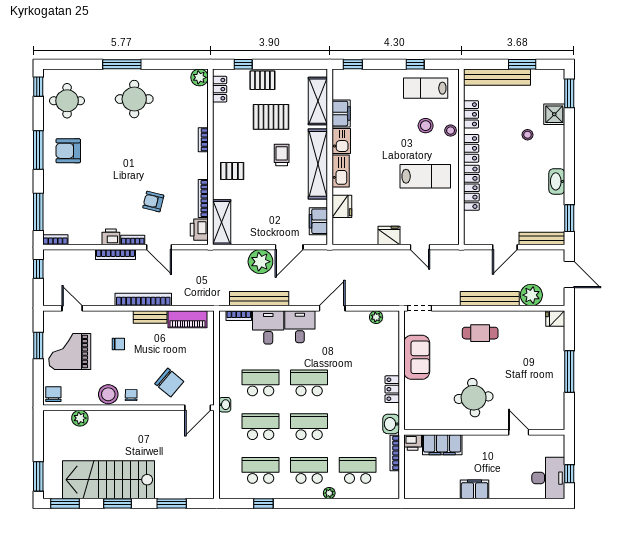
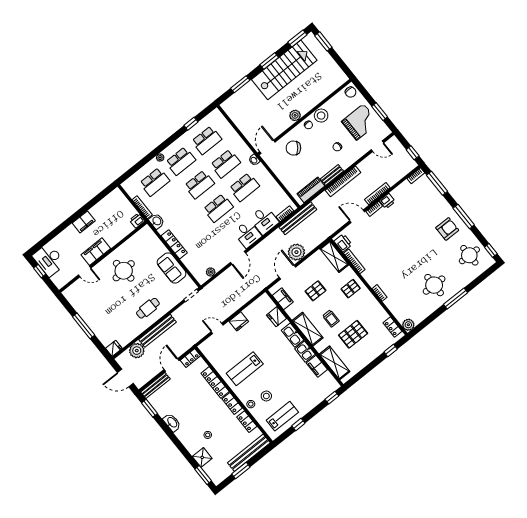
pallet: (262, 80) -> (316, 291), moved
shelving: (318, 164) -> (308, 329), width x0.68
armchair: (153, 202) -> (380, 238), removed
locker: (477, 238) -> (190, 358), added
bench: (259, 299) -> (298, 218), moved
locker: (392, 389) -> (174, 244), width x1.53
plant: (80, 418) -> (295, 115), moved
filing cabinet: (442, 445) -> (96, 252), moved

